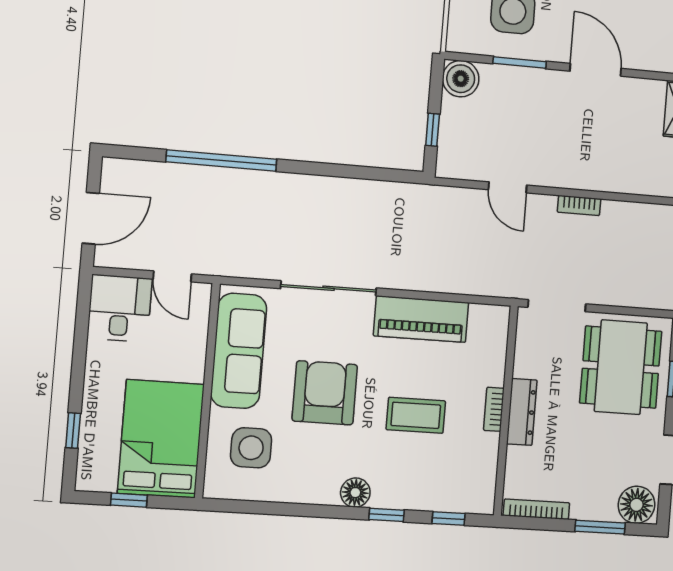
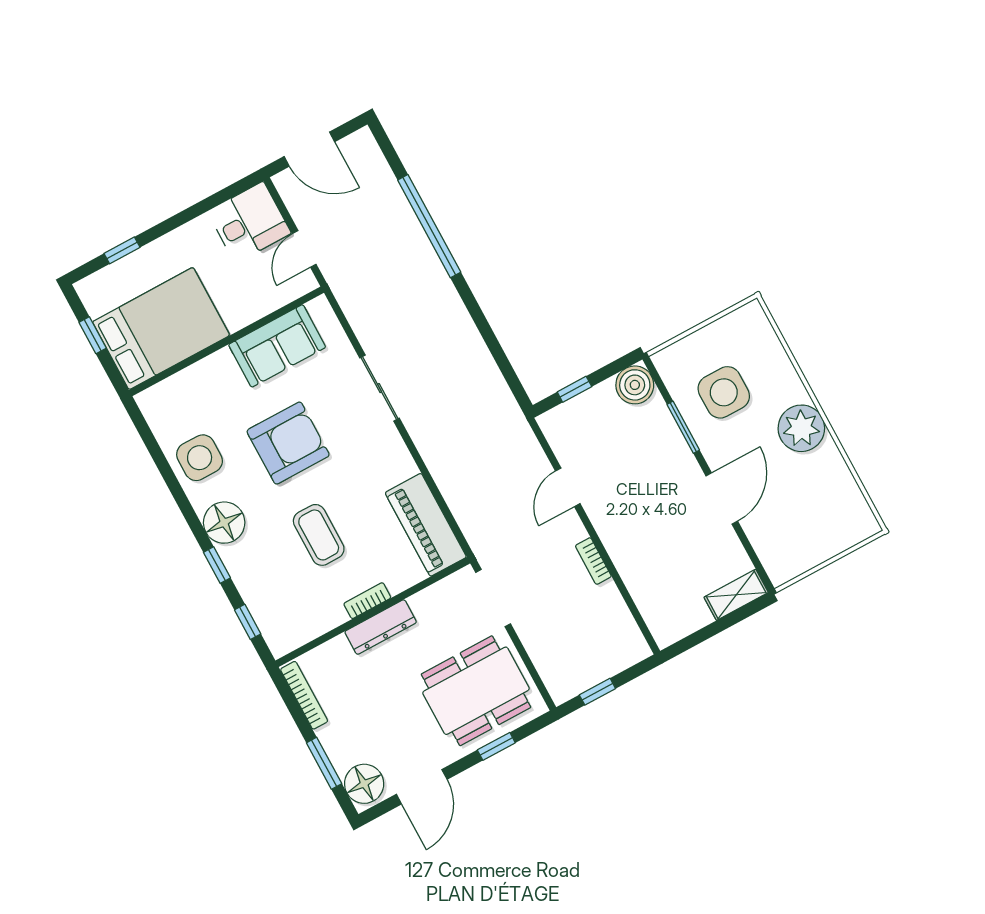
sliding door: (329, 288) -> (380, 388), width x0.73
piano: (421, 319) -> (426, 525), moved
sofa: (239, 351) -> (277, 346), width x0.73
side table: (251, 448) -> (200, 458), moved
floor lamp: (355, 493) -> (224, 523), width x1.38, depth x1.38

